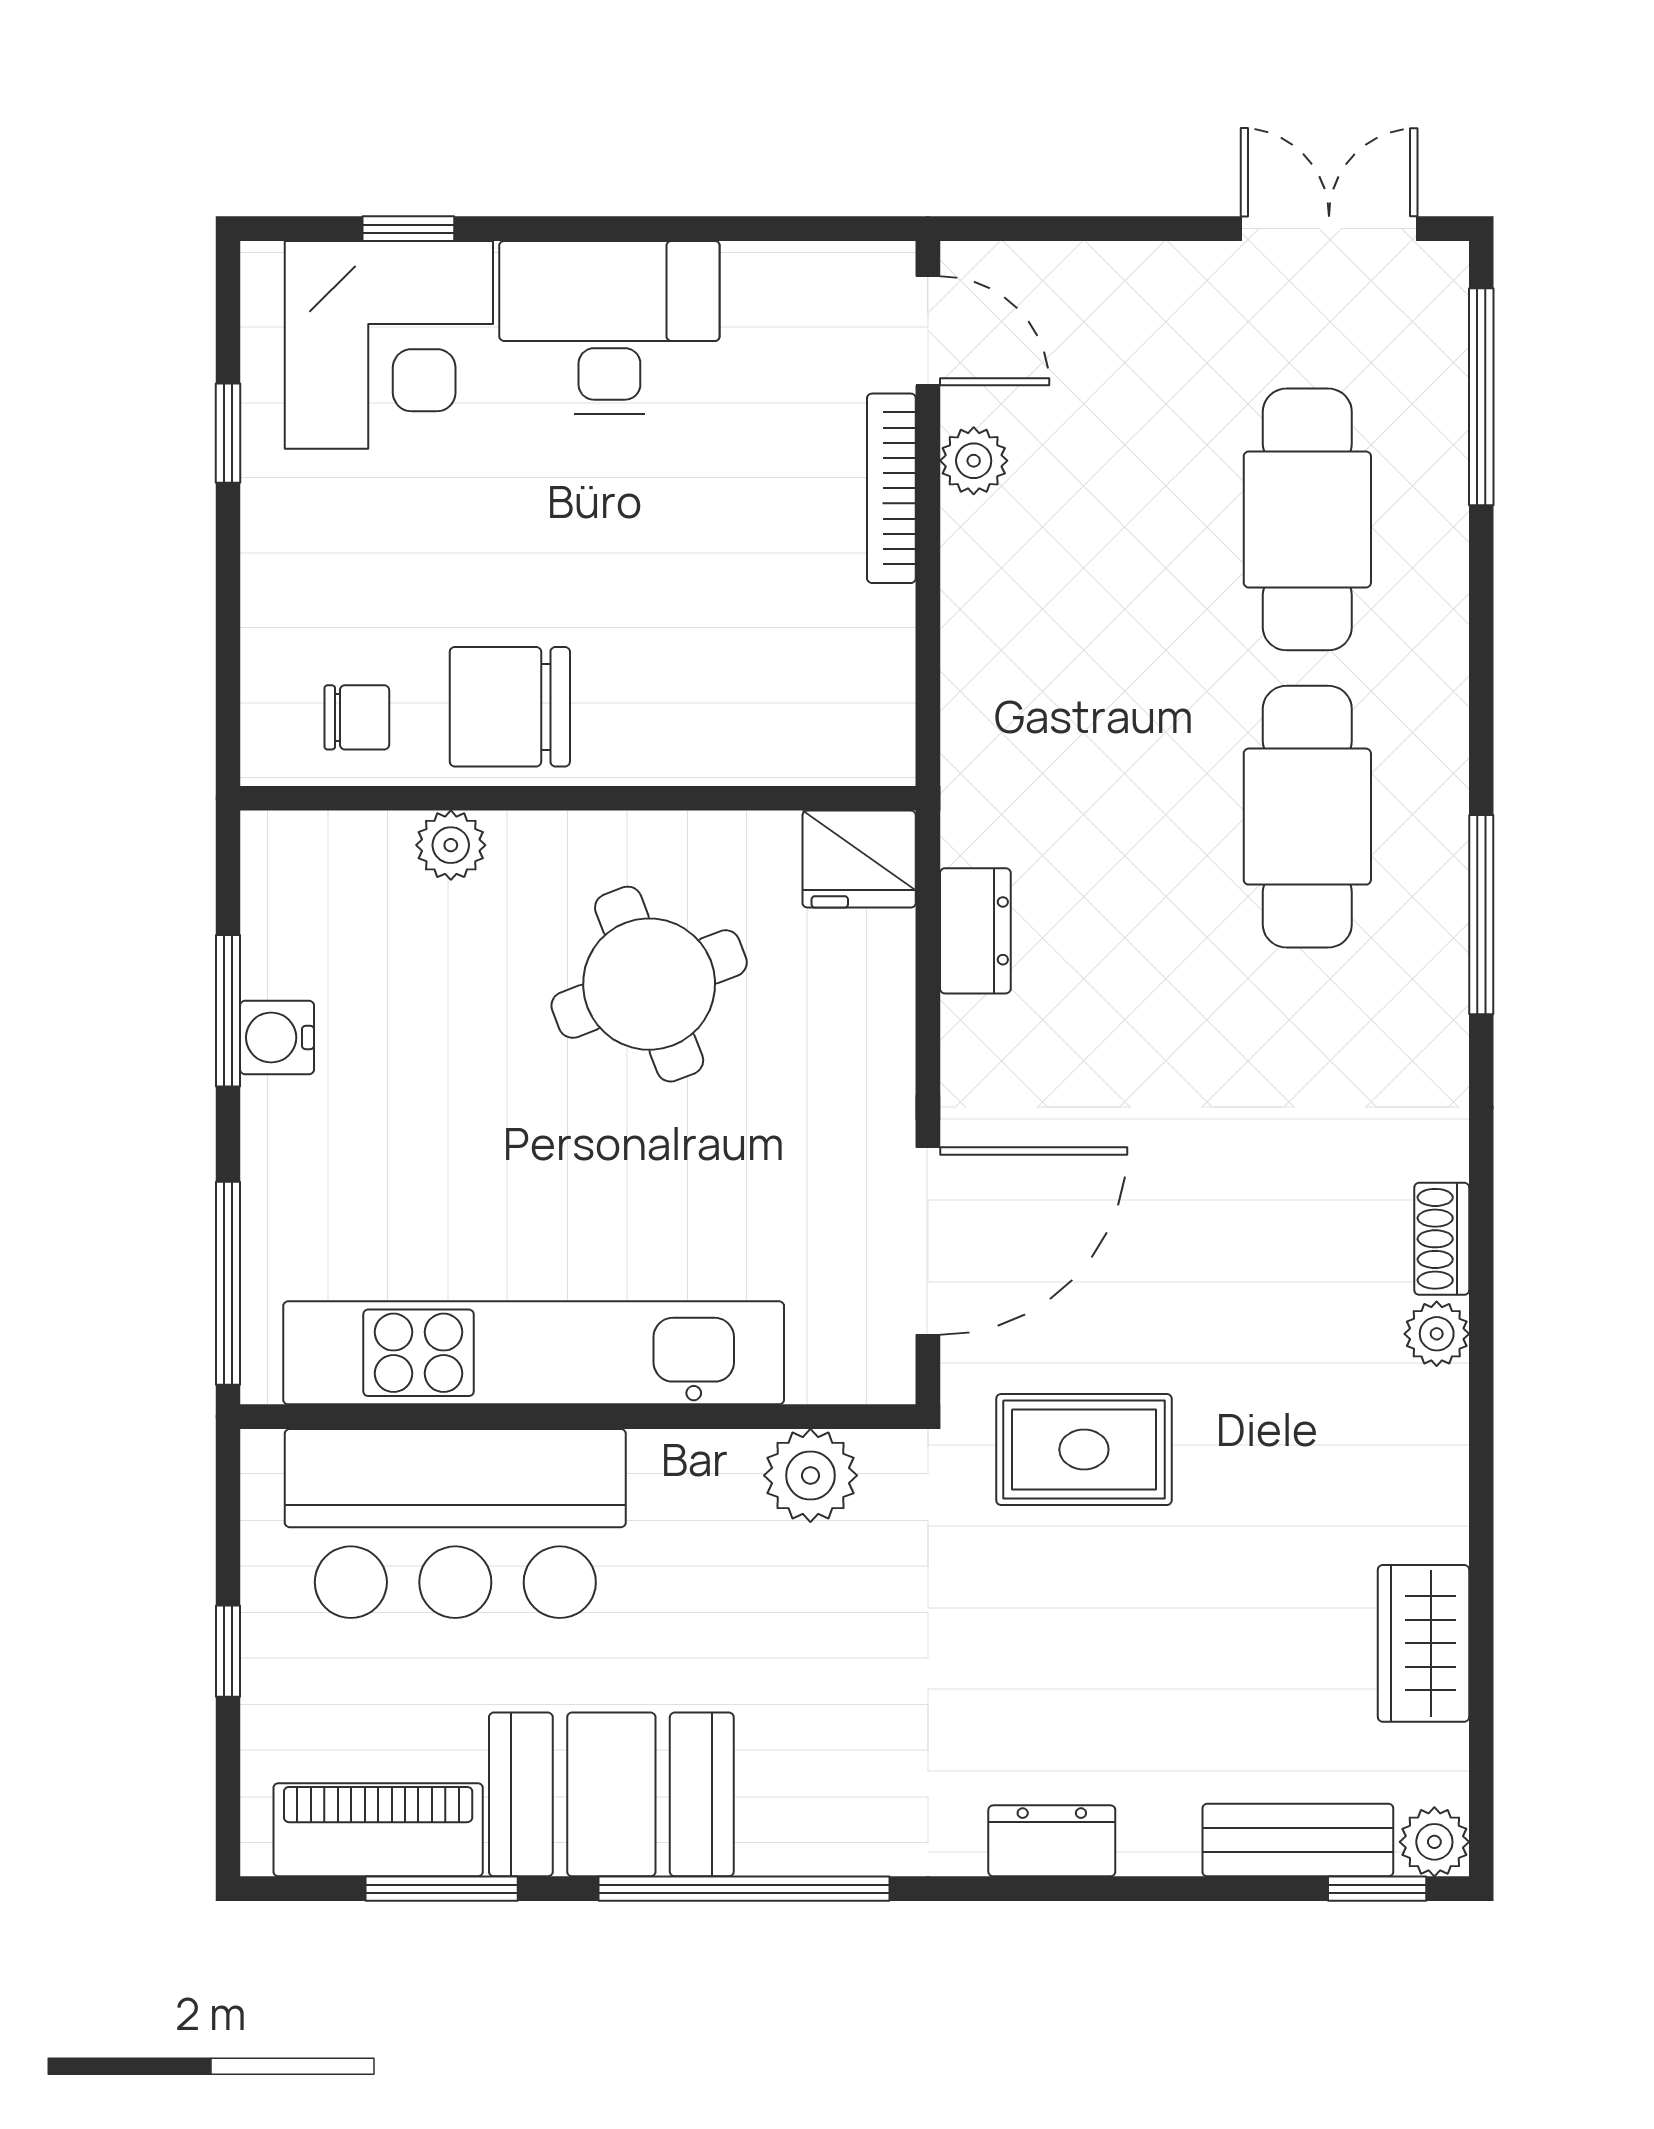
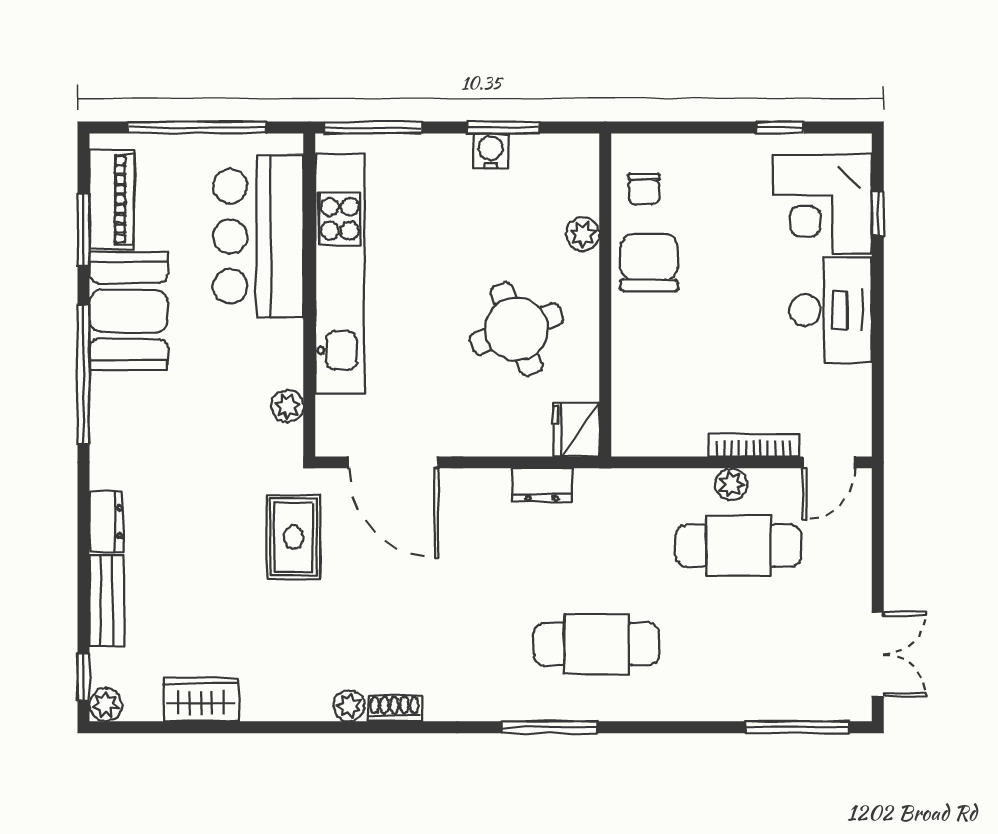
plant: (974, 461) -> (731, 484), moved
cafe table: (1307, 519) -> (739, 546), moved
plant: (810, 1475) -> (287, 406), width x0.73, depth x0.73
window: (228, 1651) -> (197, 127), width x3.17
bench: (1298, 1840) -> (107, 601), moved

